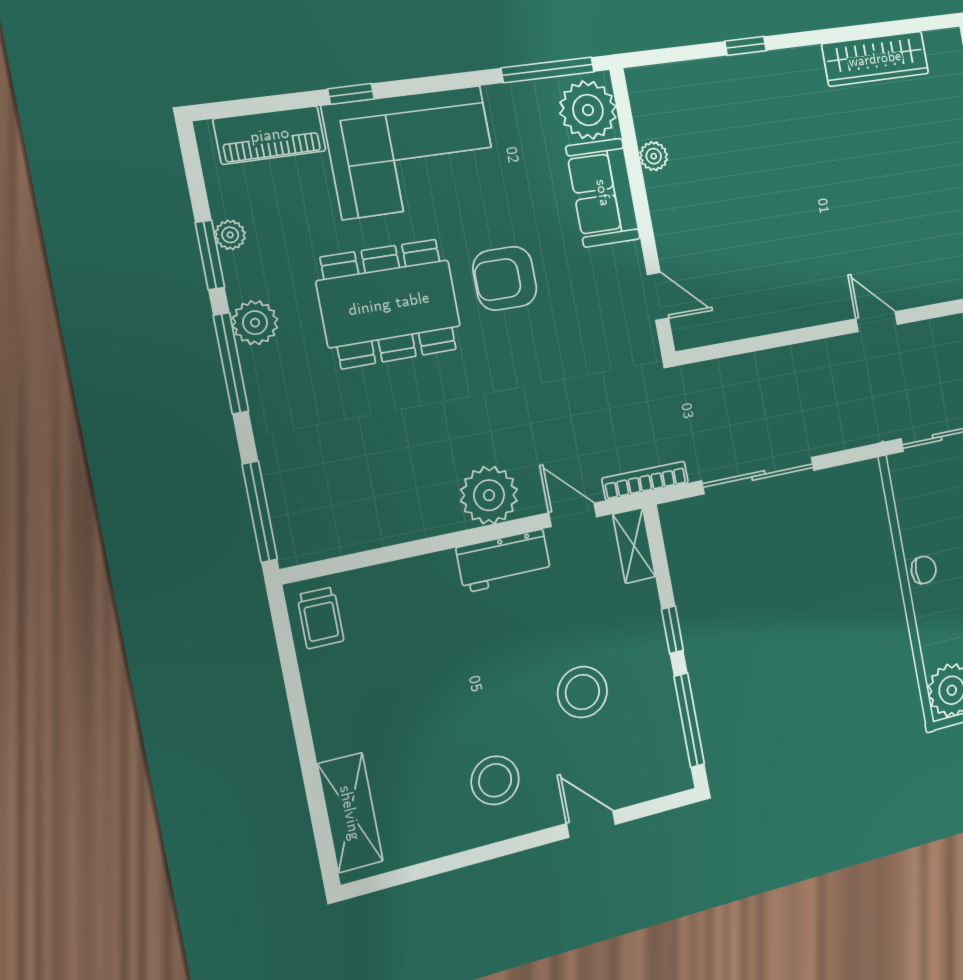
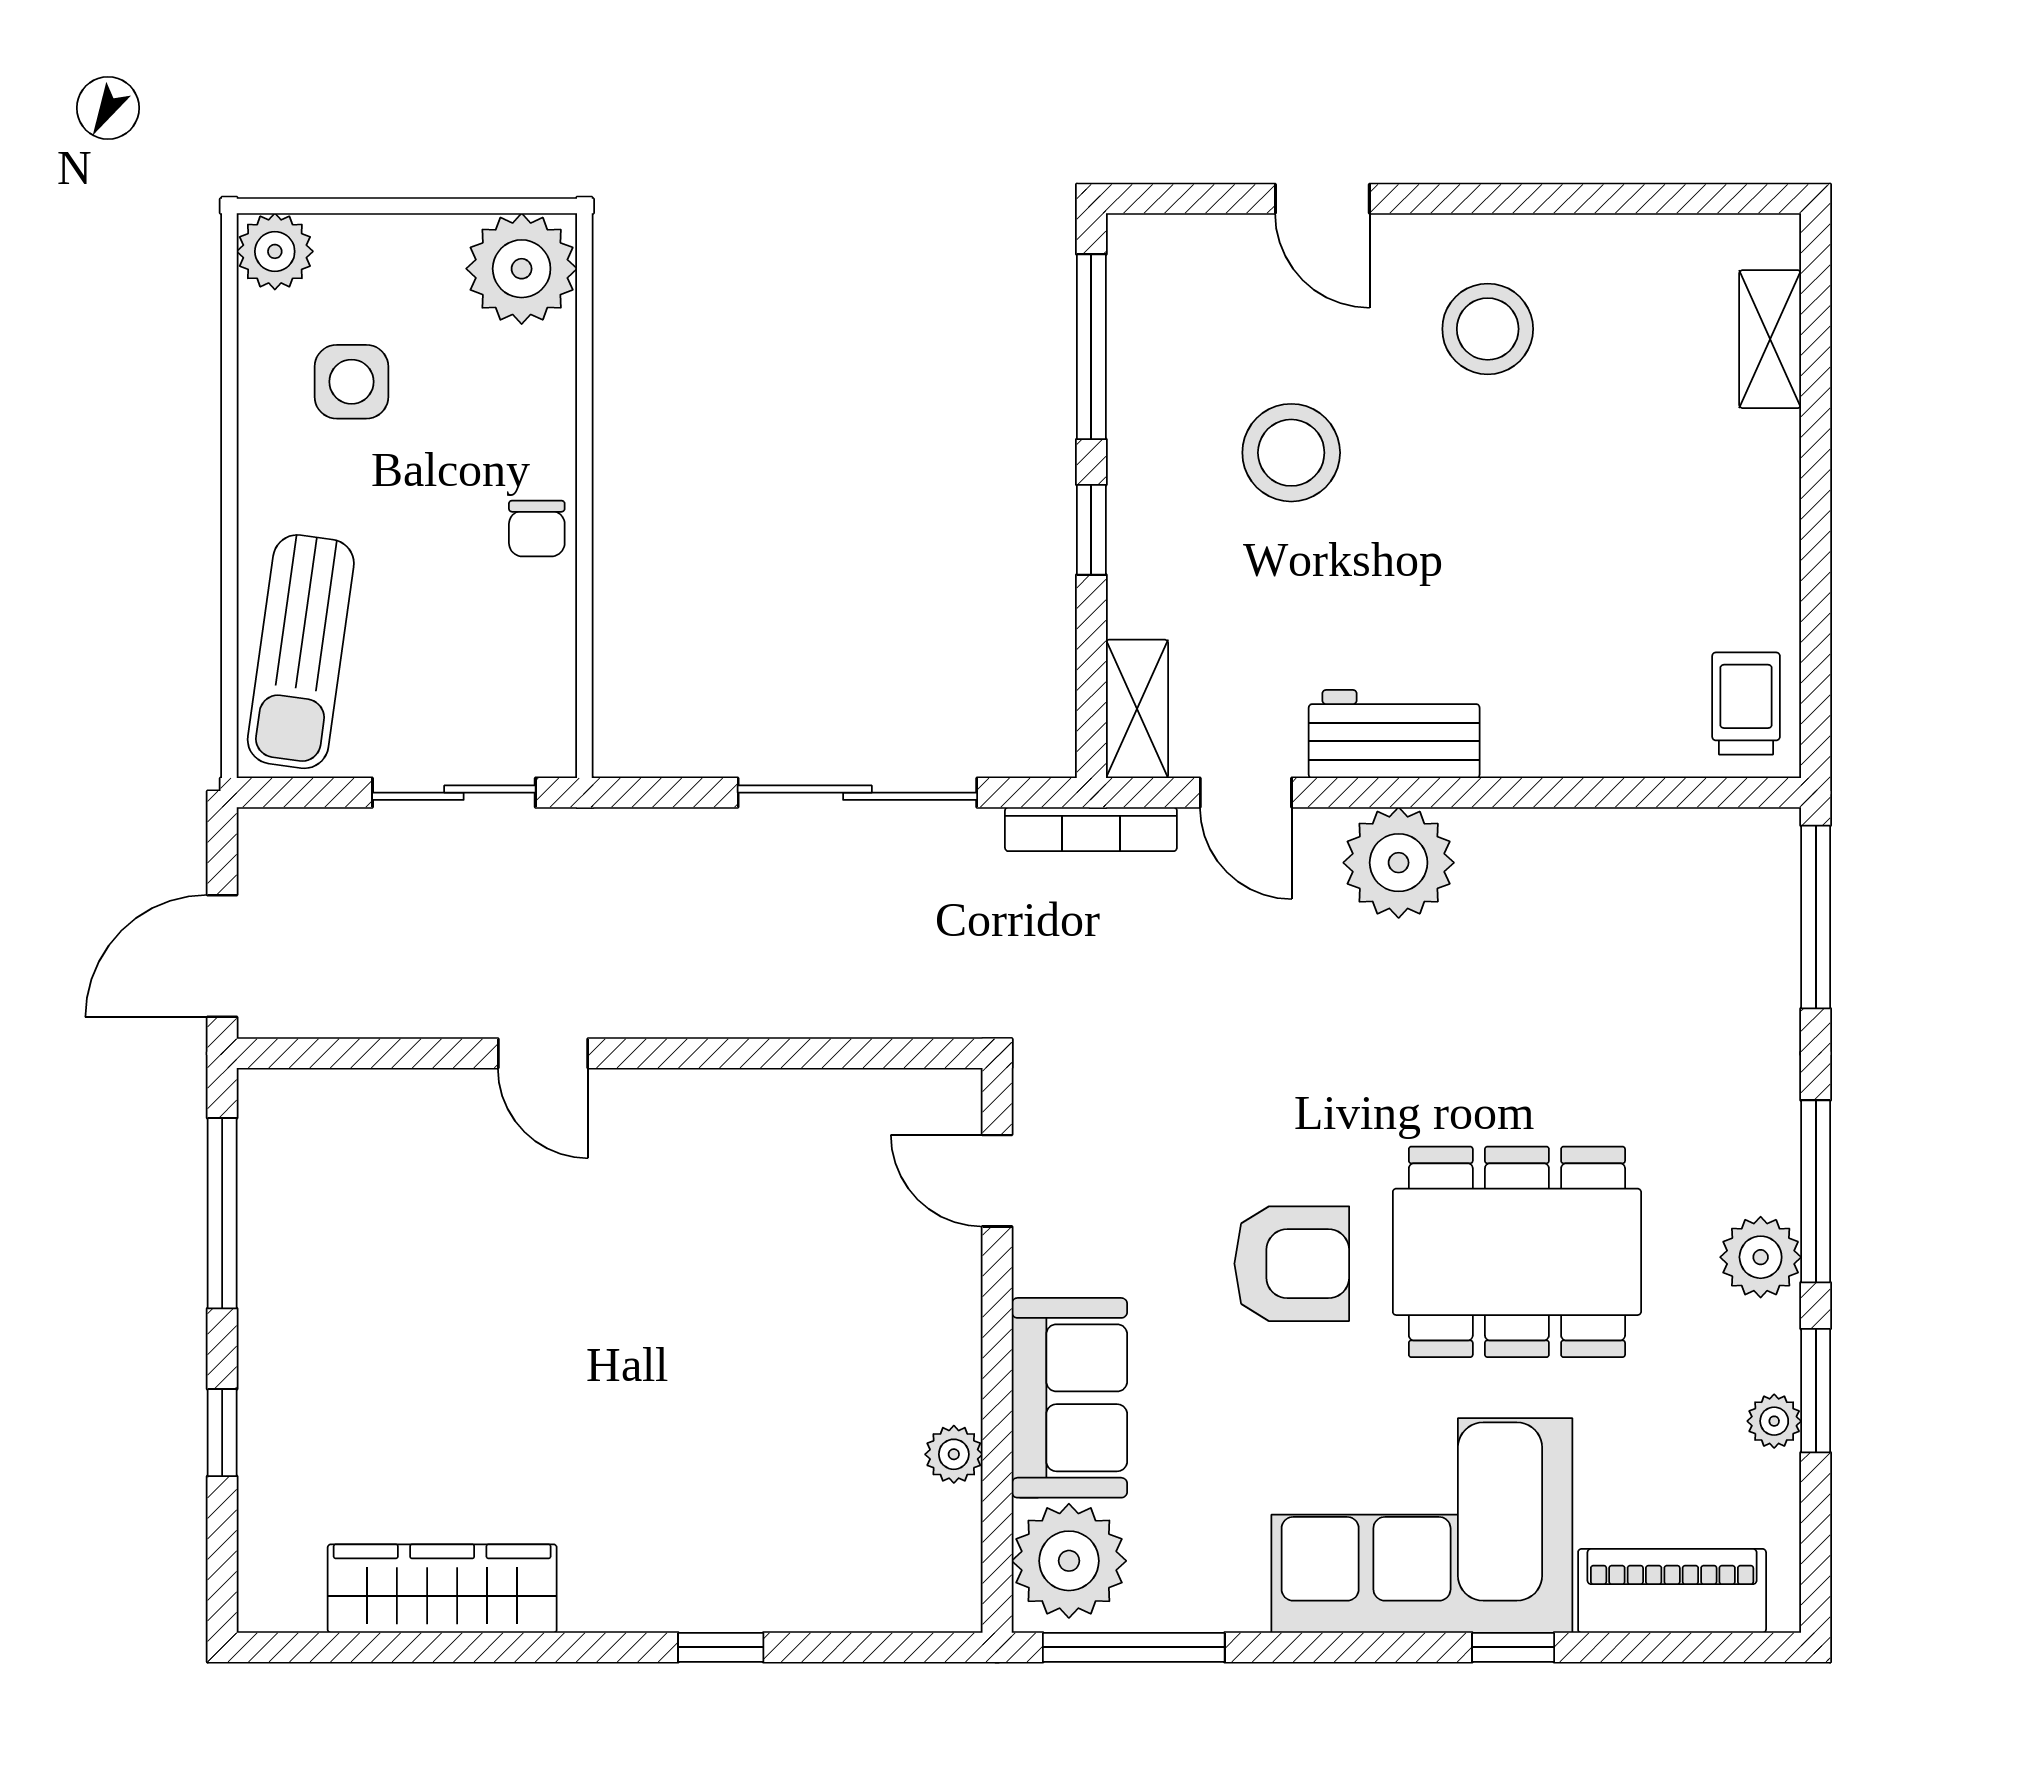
chair: (924, 570) -> (537, 529), turned -90
shelving: (350, 813) -> (1770, 339), width x0.67, depth x0.75

